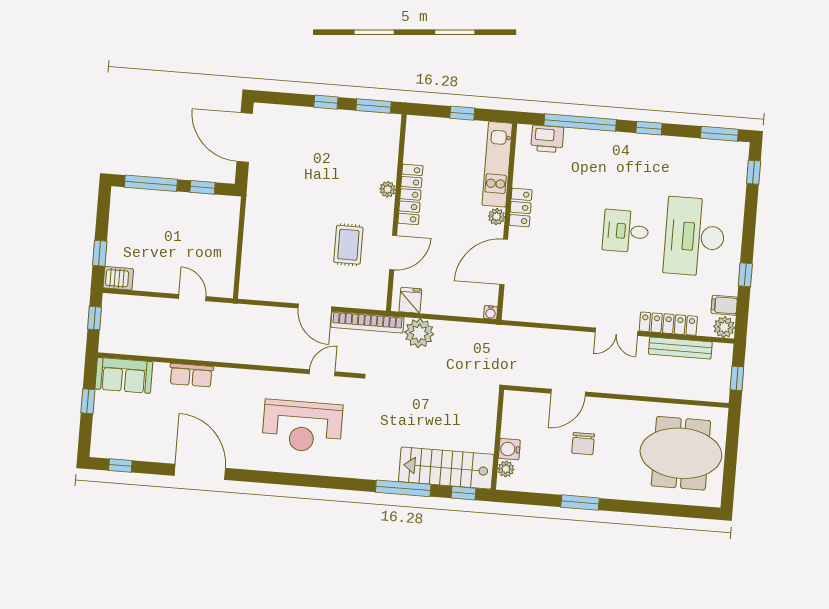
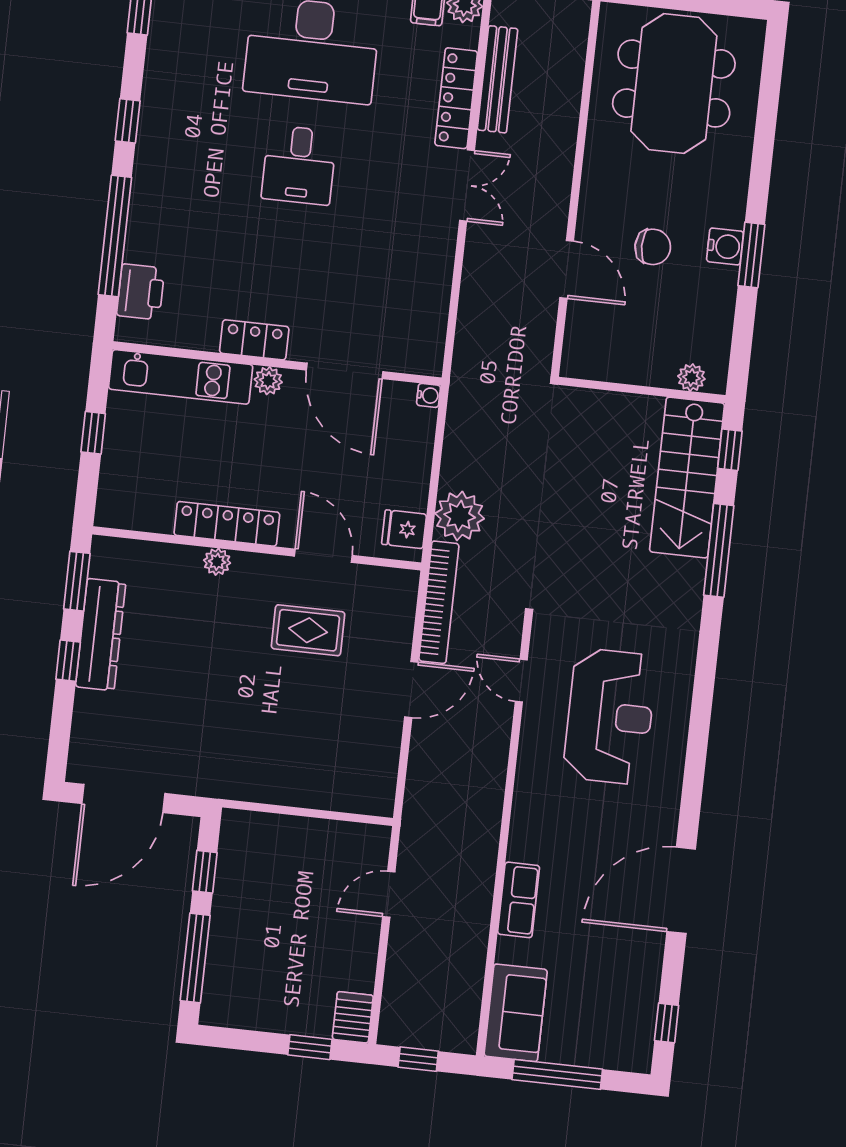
dresser: (342, 121) -> (101, 635), added
window: (88, 401) -> (557, 1074), width x2.17
water cooler: (509, 449) -> (725, 246), moved, turned -90

